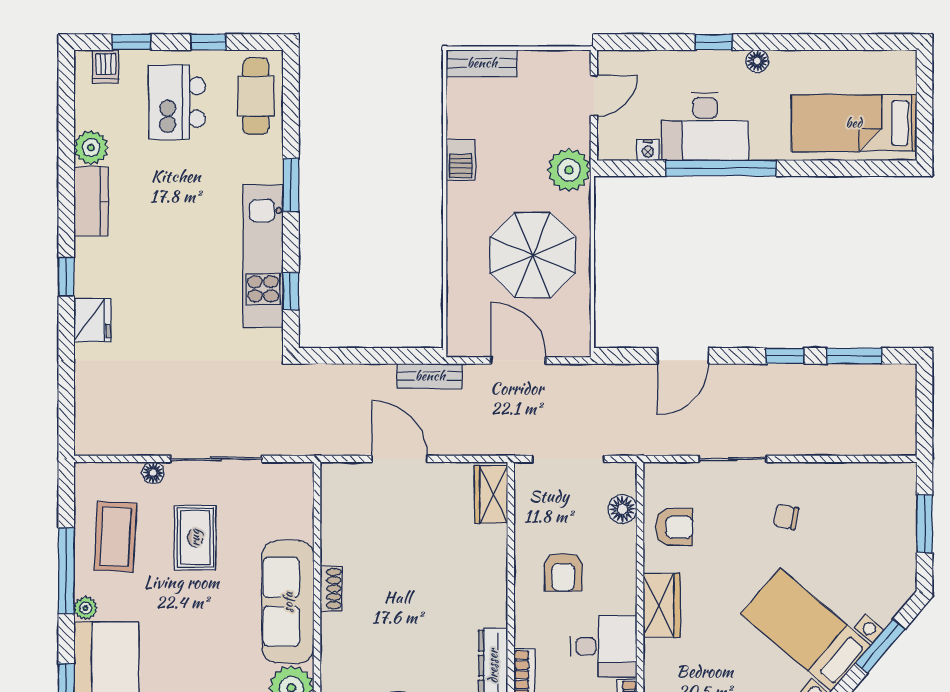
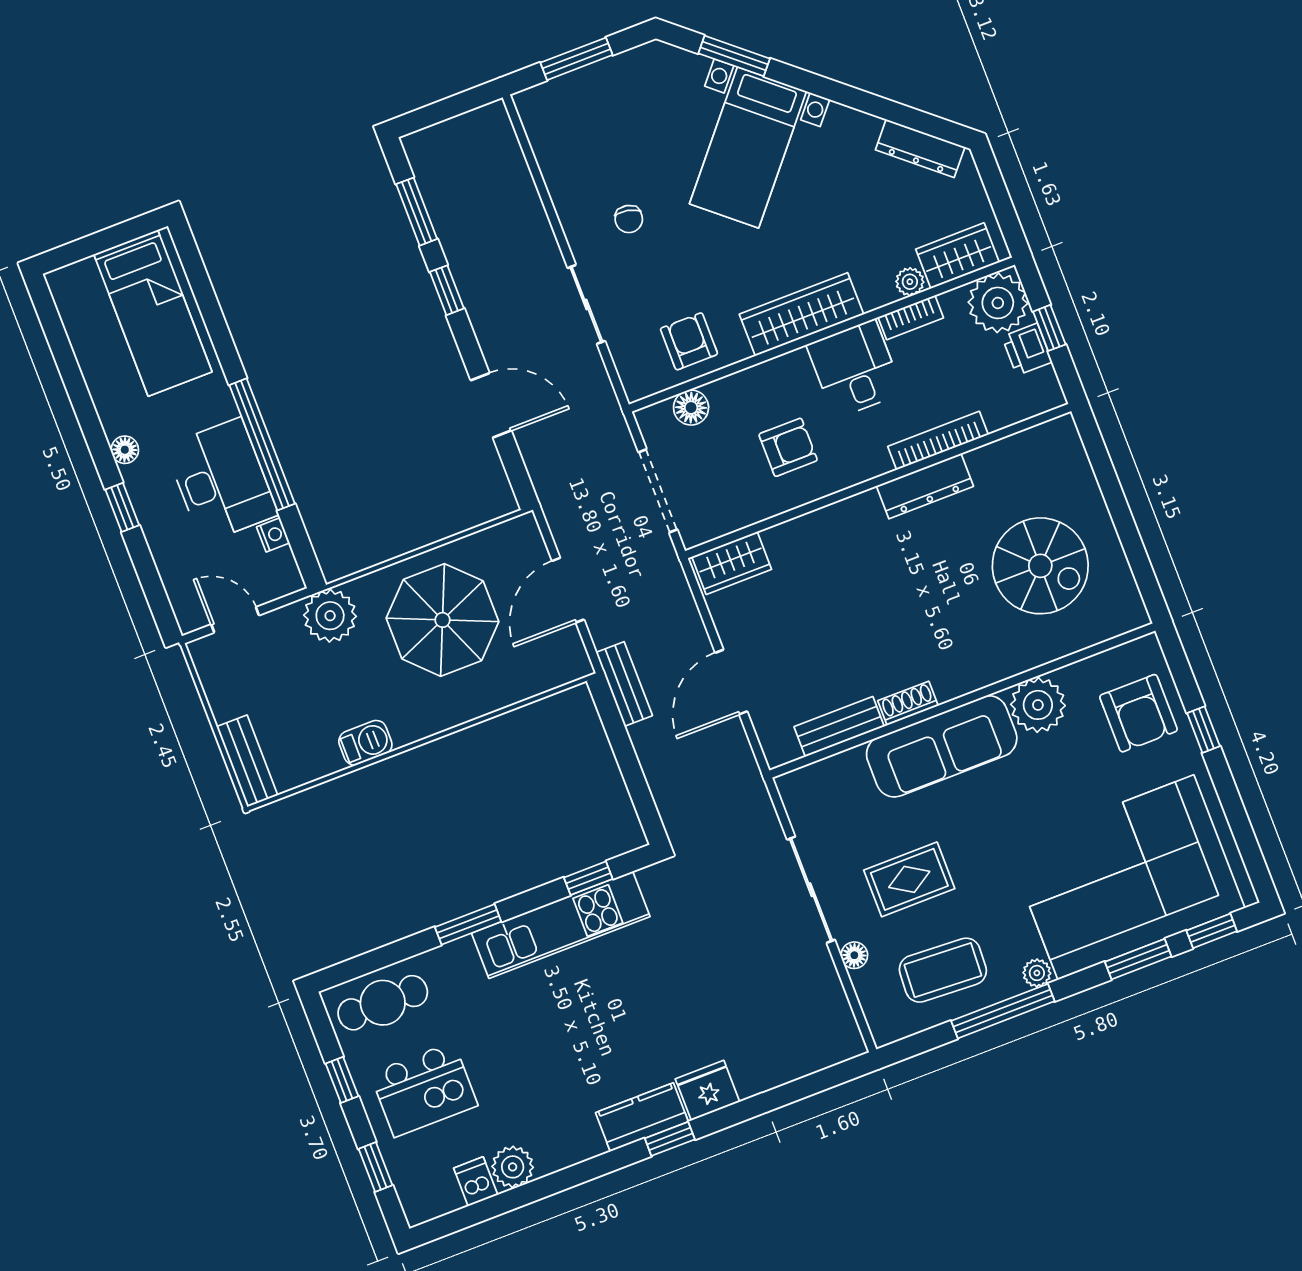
dishwasher: (106, 67) -> (476, 1181), moved, turned -90
kitchen counter: (91, 202) -> (642, 1117), moved
bench: (333, 529) -> (839, 727), added
wardrobe: (662, 606) -> (802, 314), width x1.50

